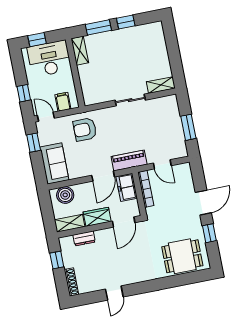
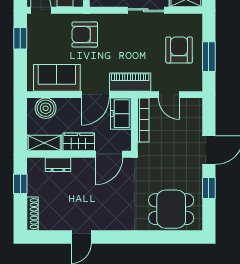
armchair: (163, 127) -> (179, 50), added
sofa: (54, 164) -> (57, 78), moved, turned -90

